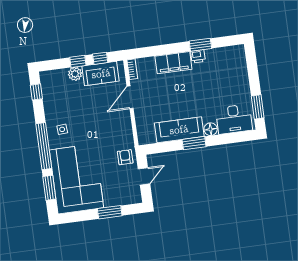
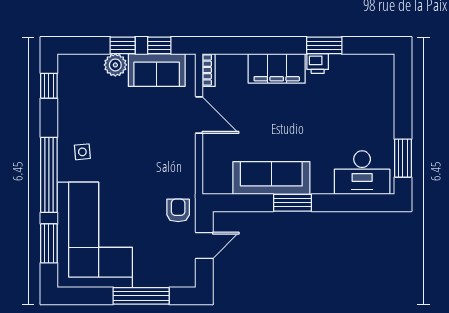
door: (130, 97) -> (199, 115), swing flipped
floor lamp: (211, 129) -> (322, 184), removed
window: (110, 212) -> (141, 296), width x1.44

